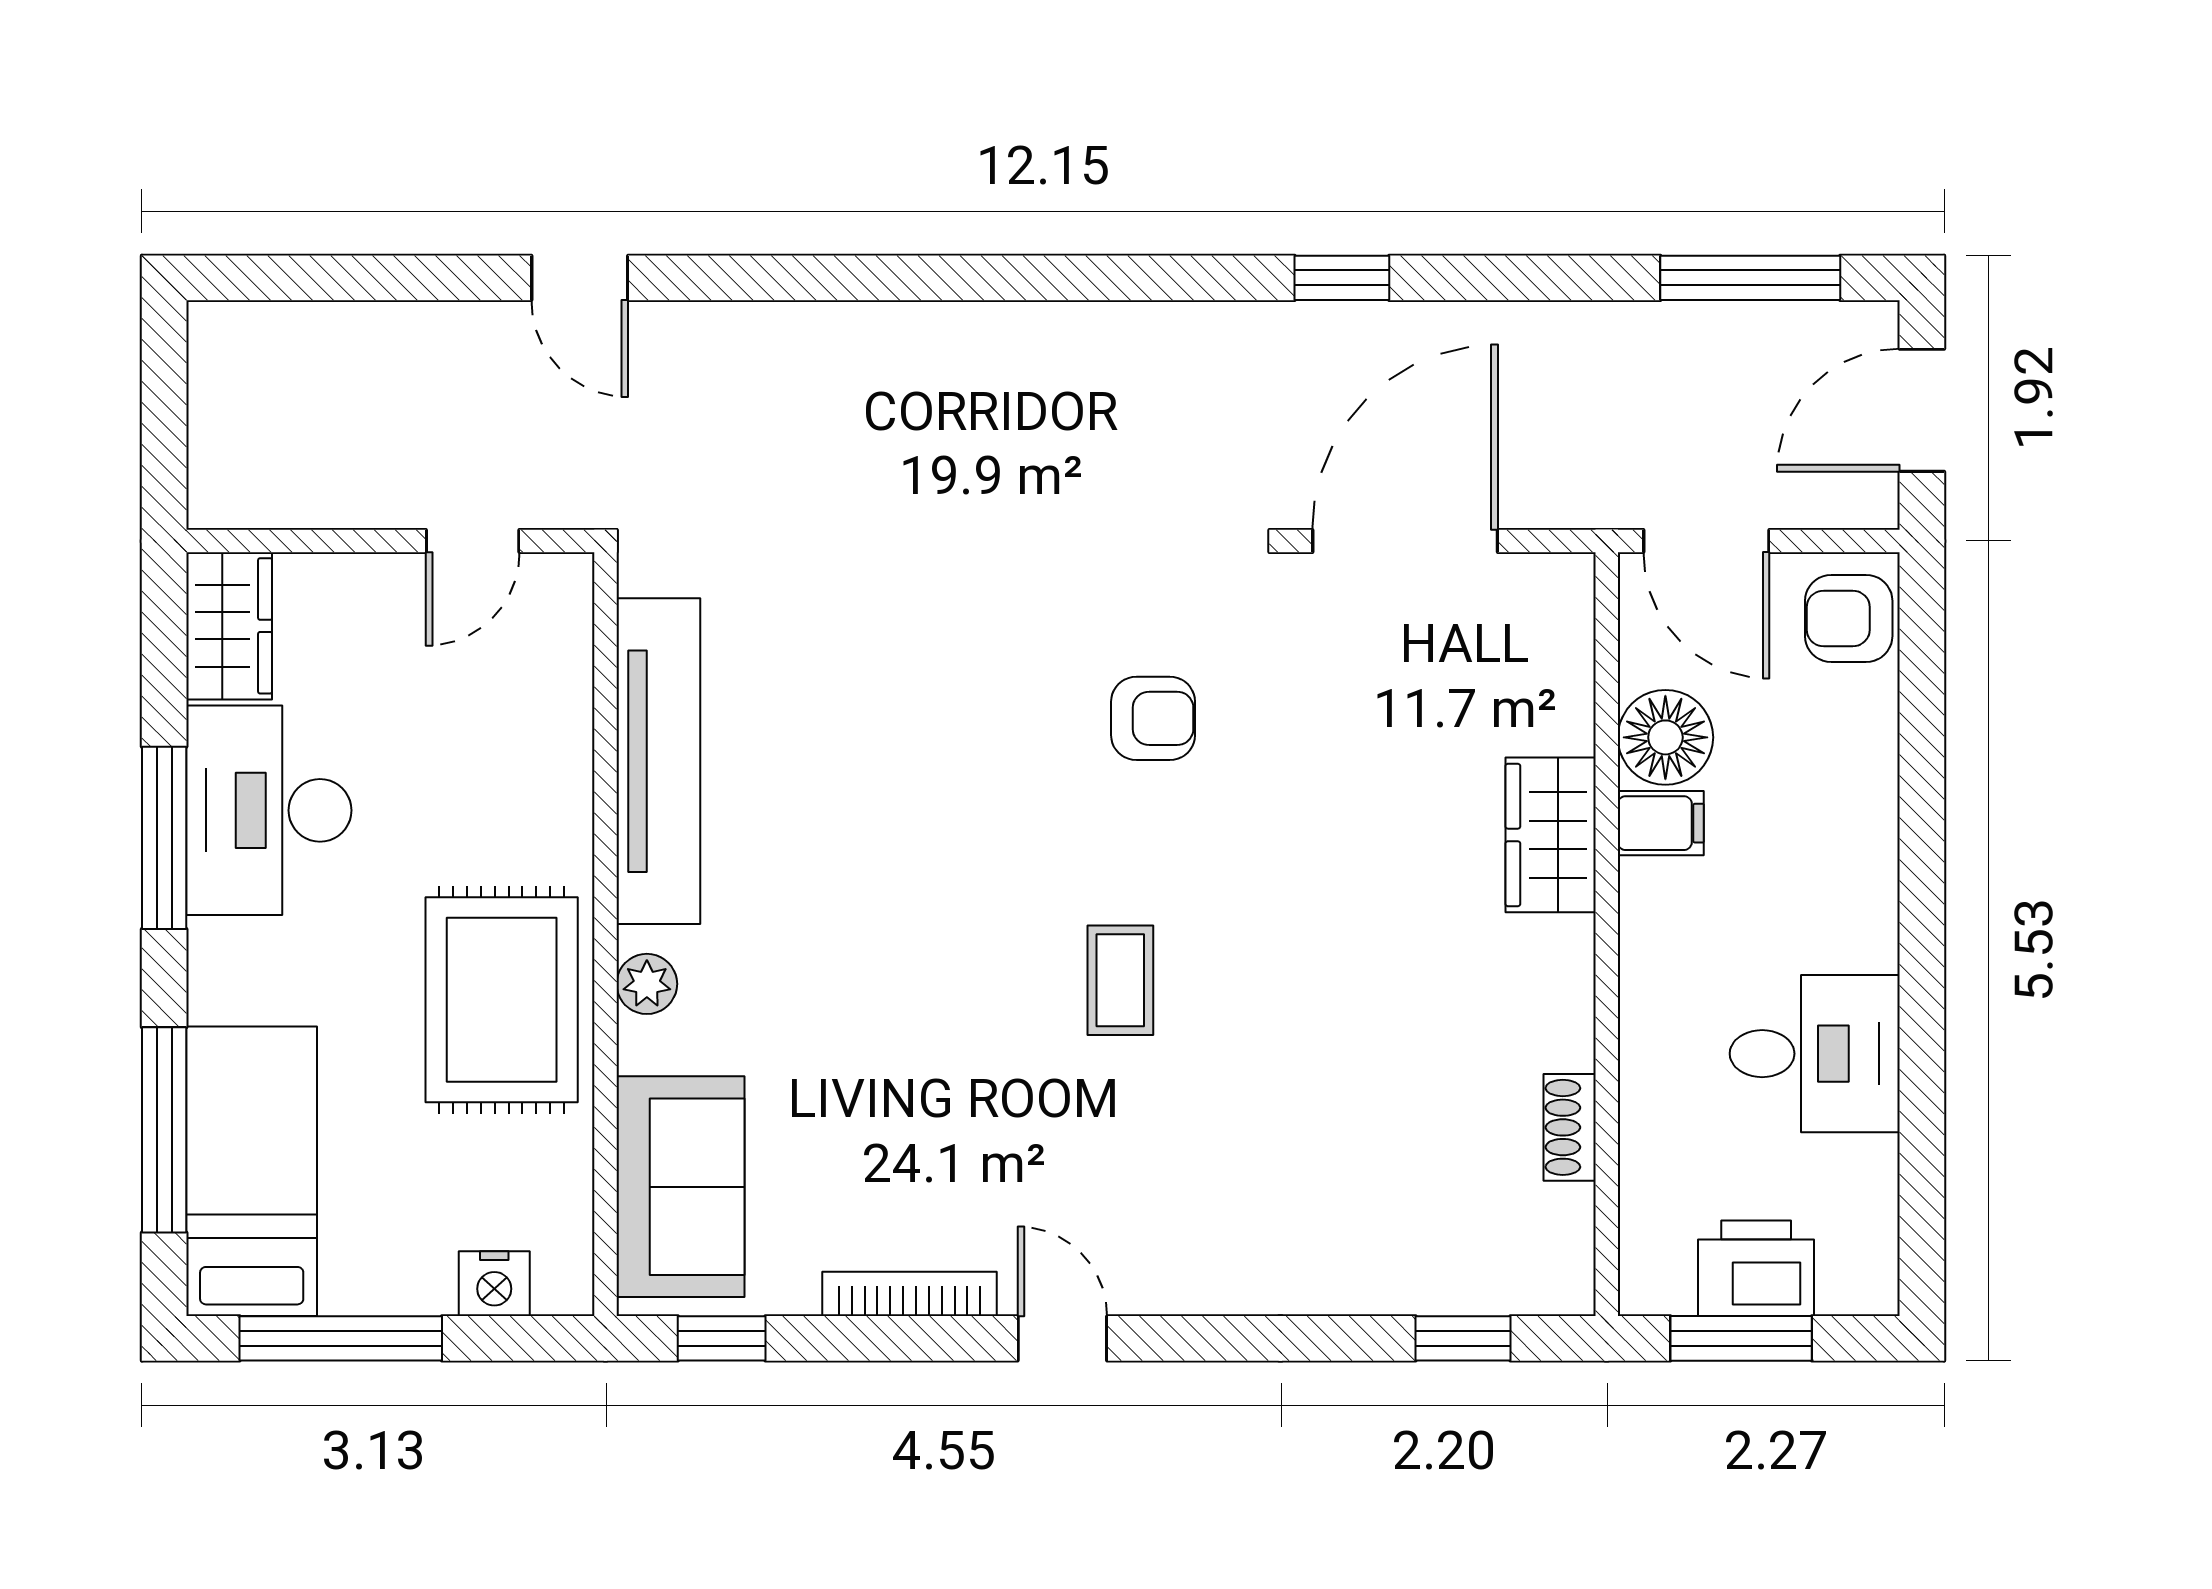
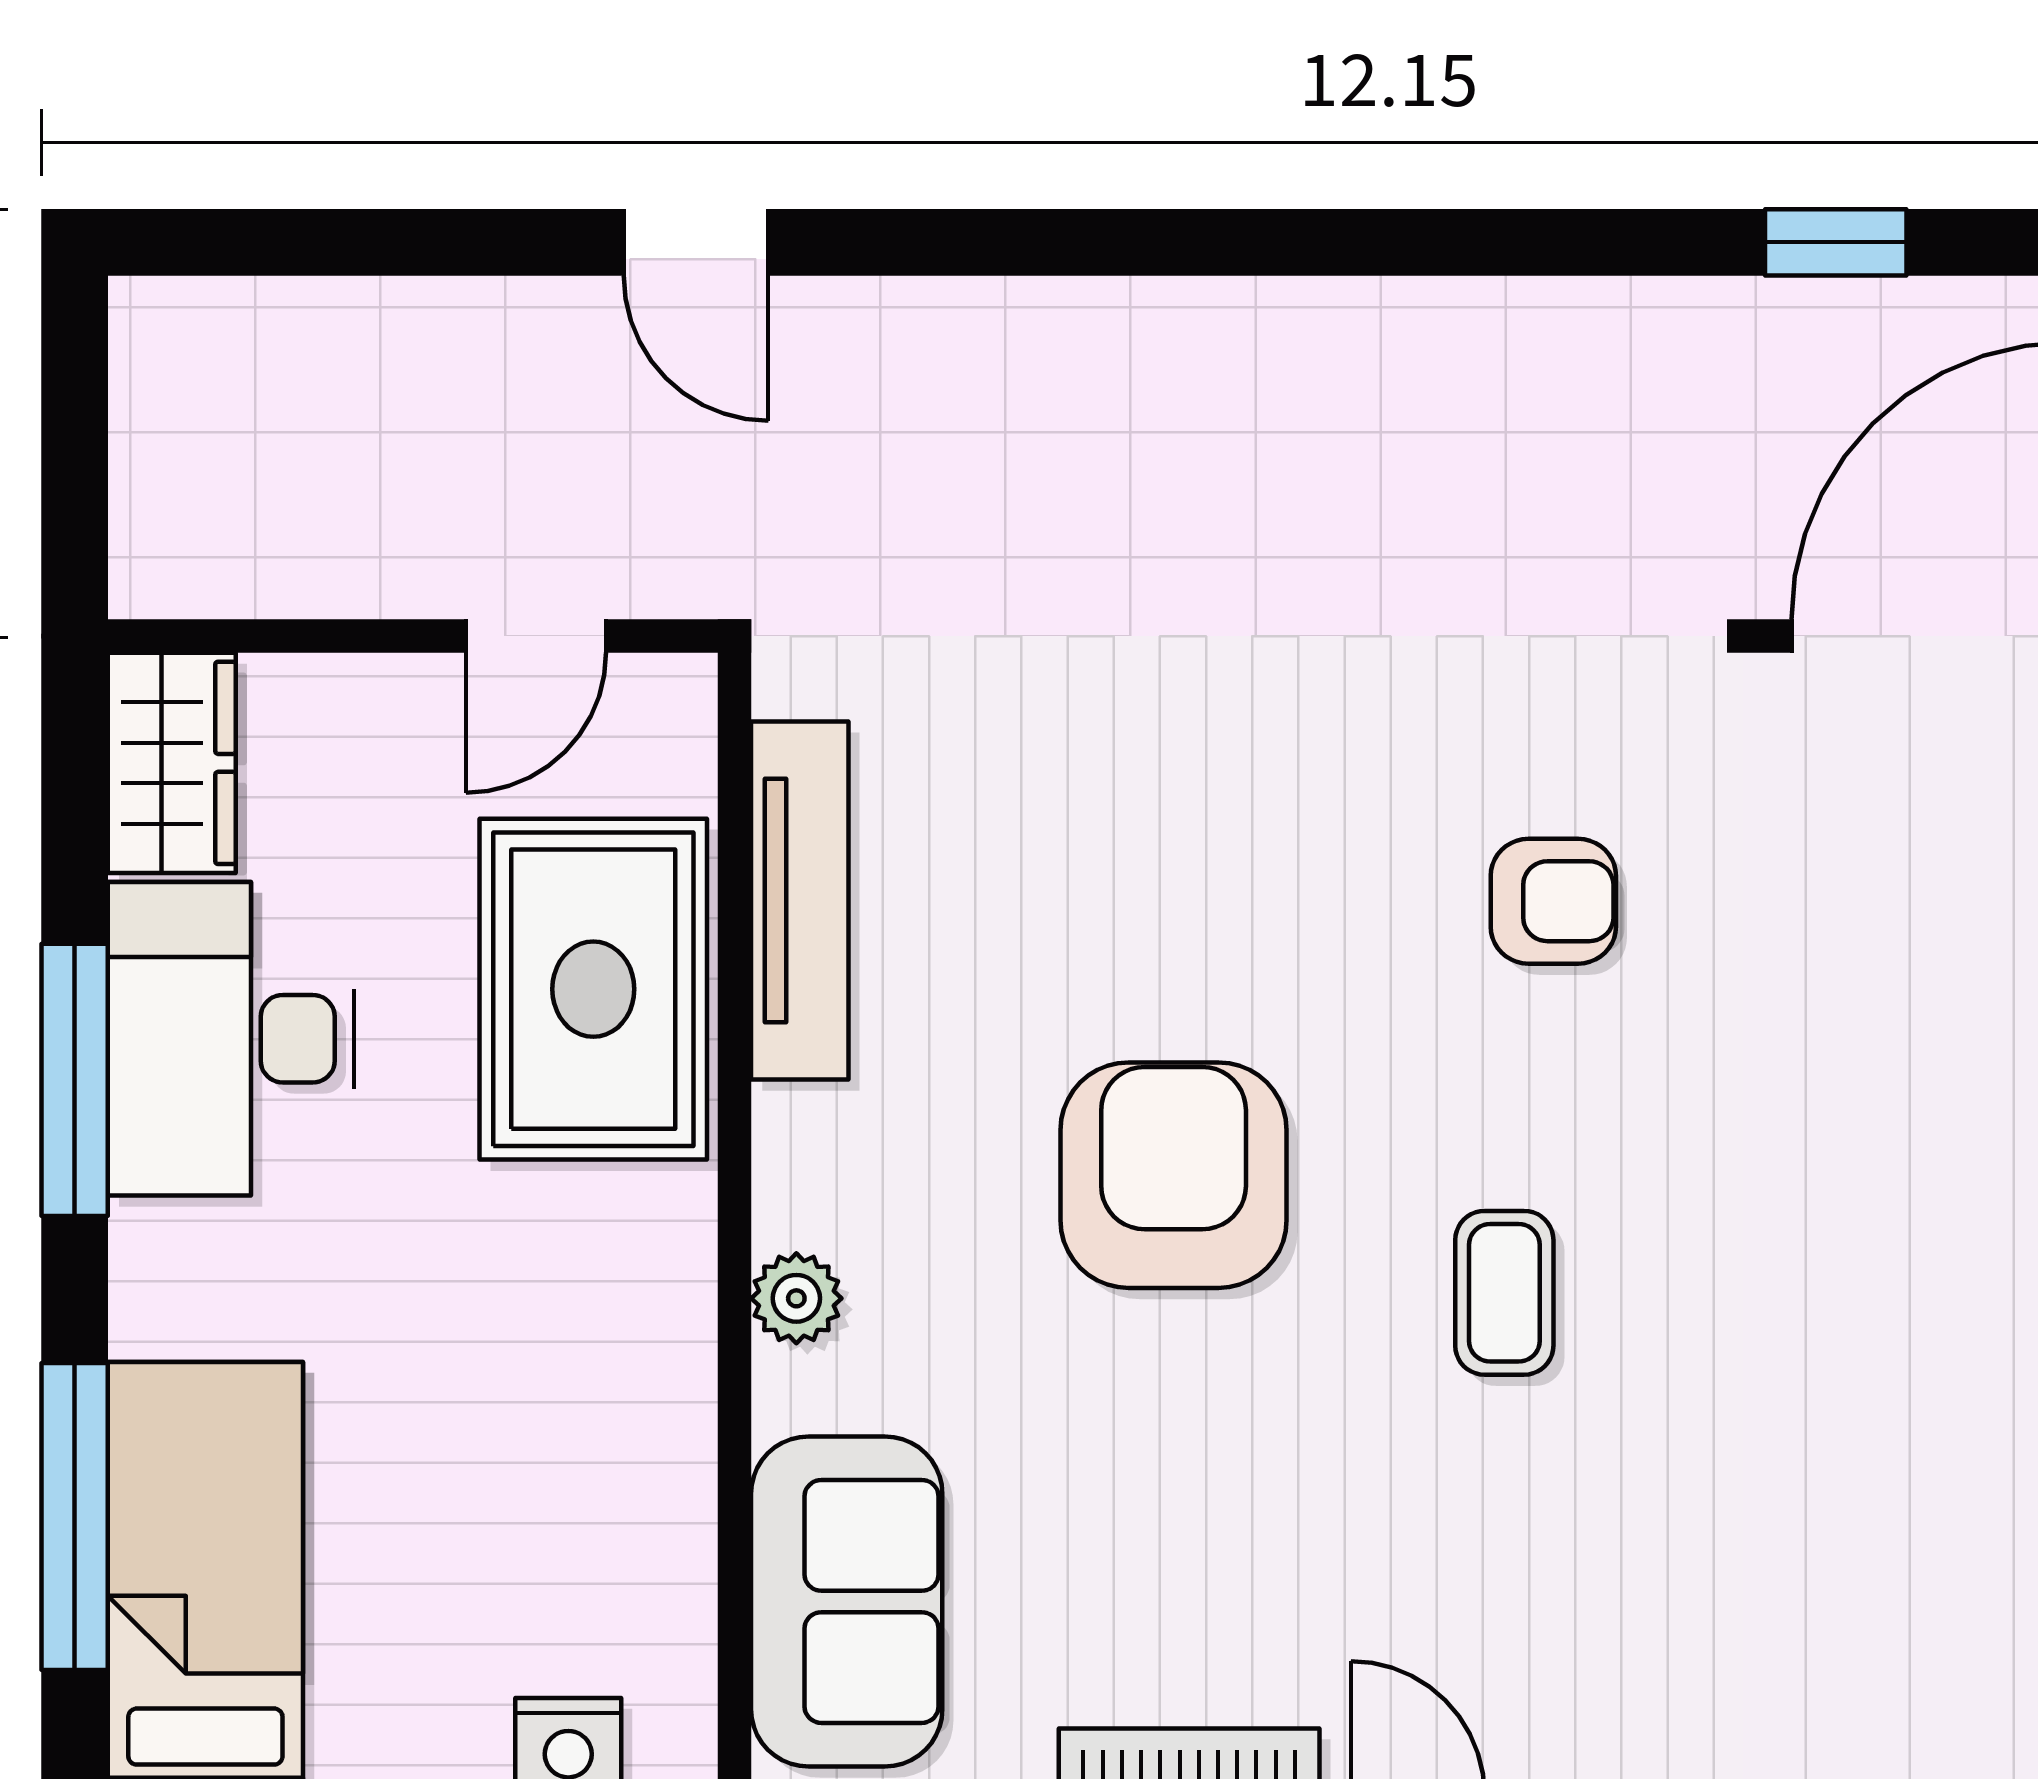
tv unit: (658, 761) -> (800, 901), width x0.73, depth x0.78
armchair: (899, 902) -> (1174, 1175), added
rug: (502, 1000) -> (593, 989), moved

